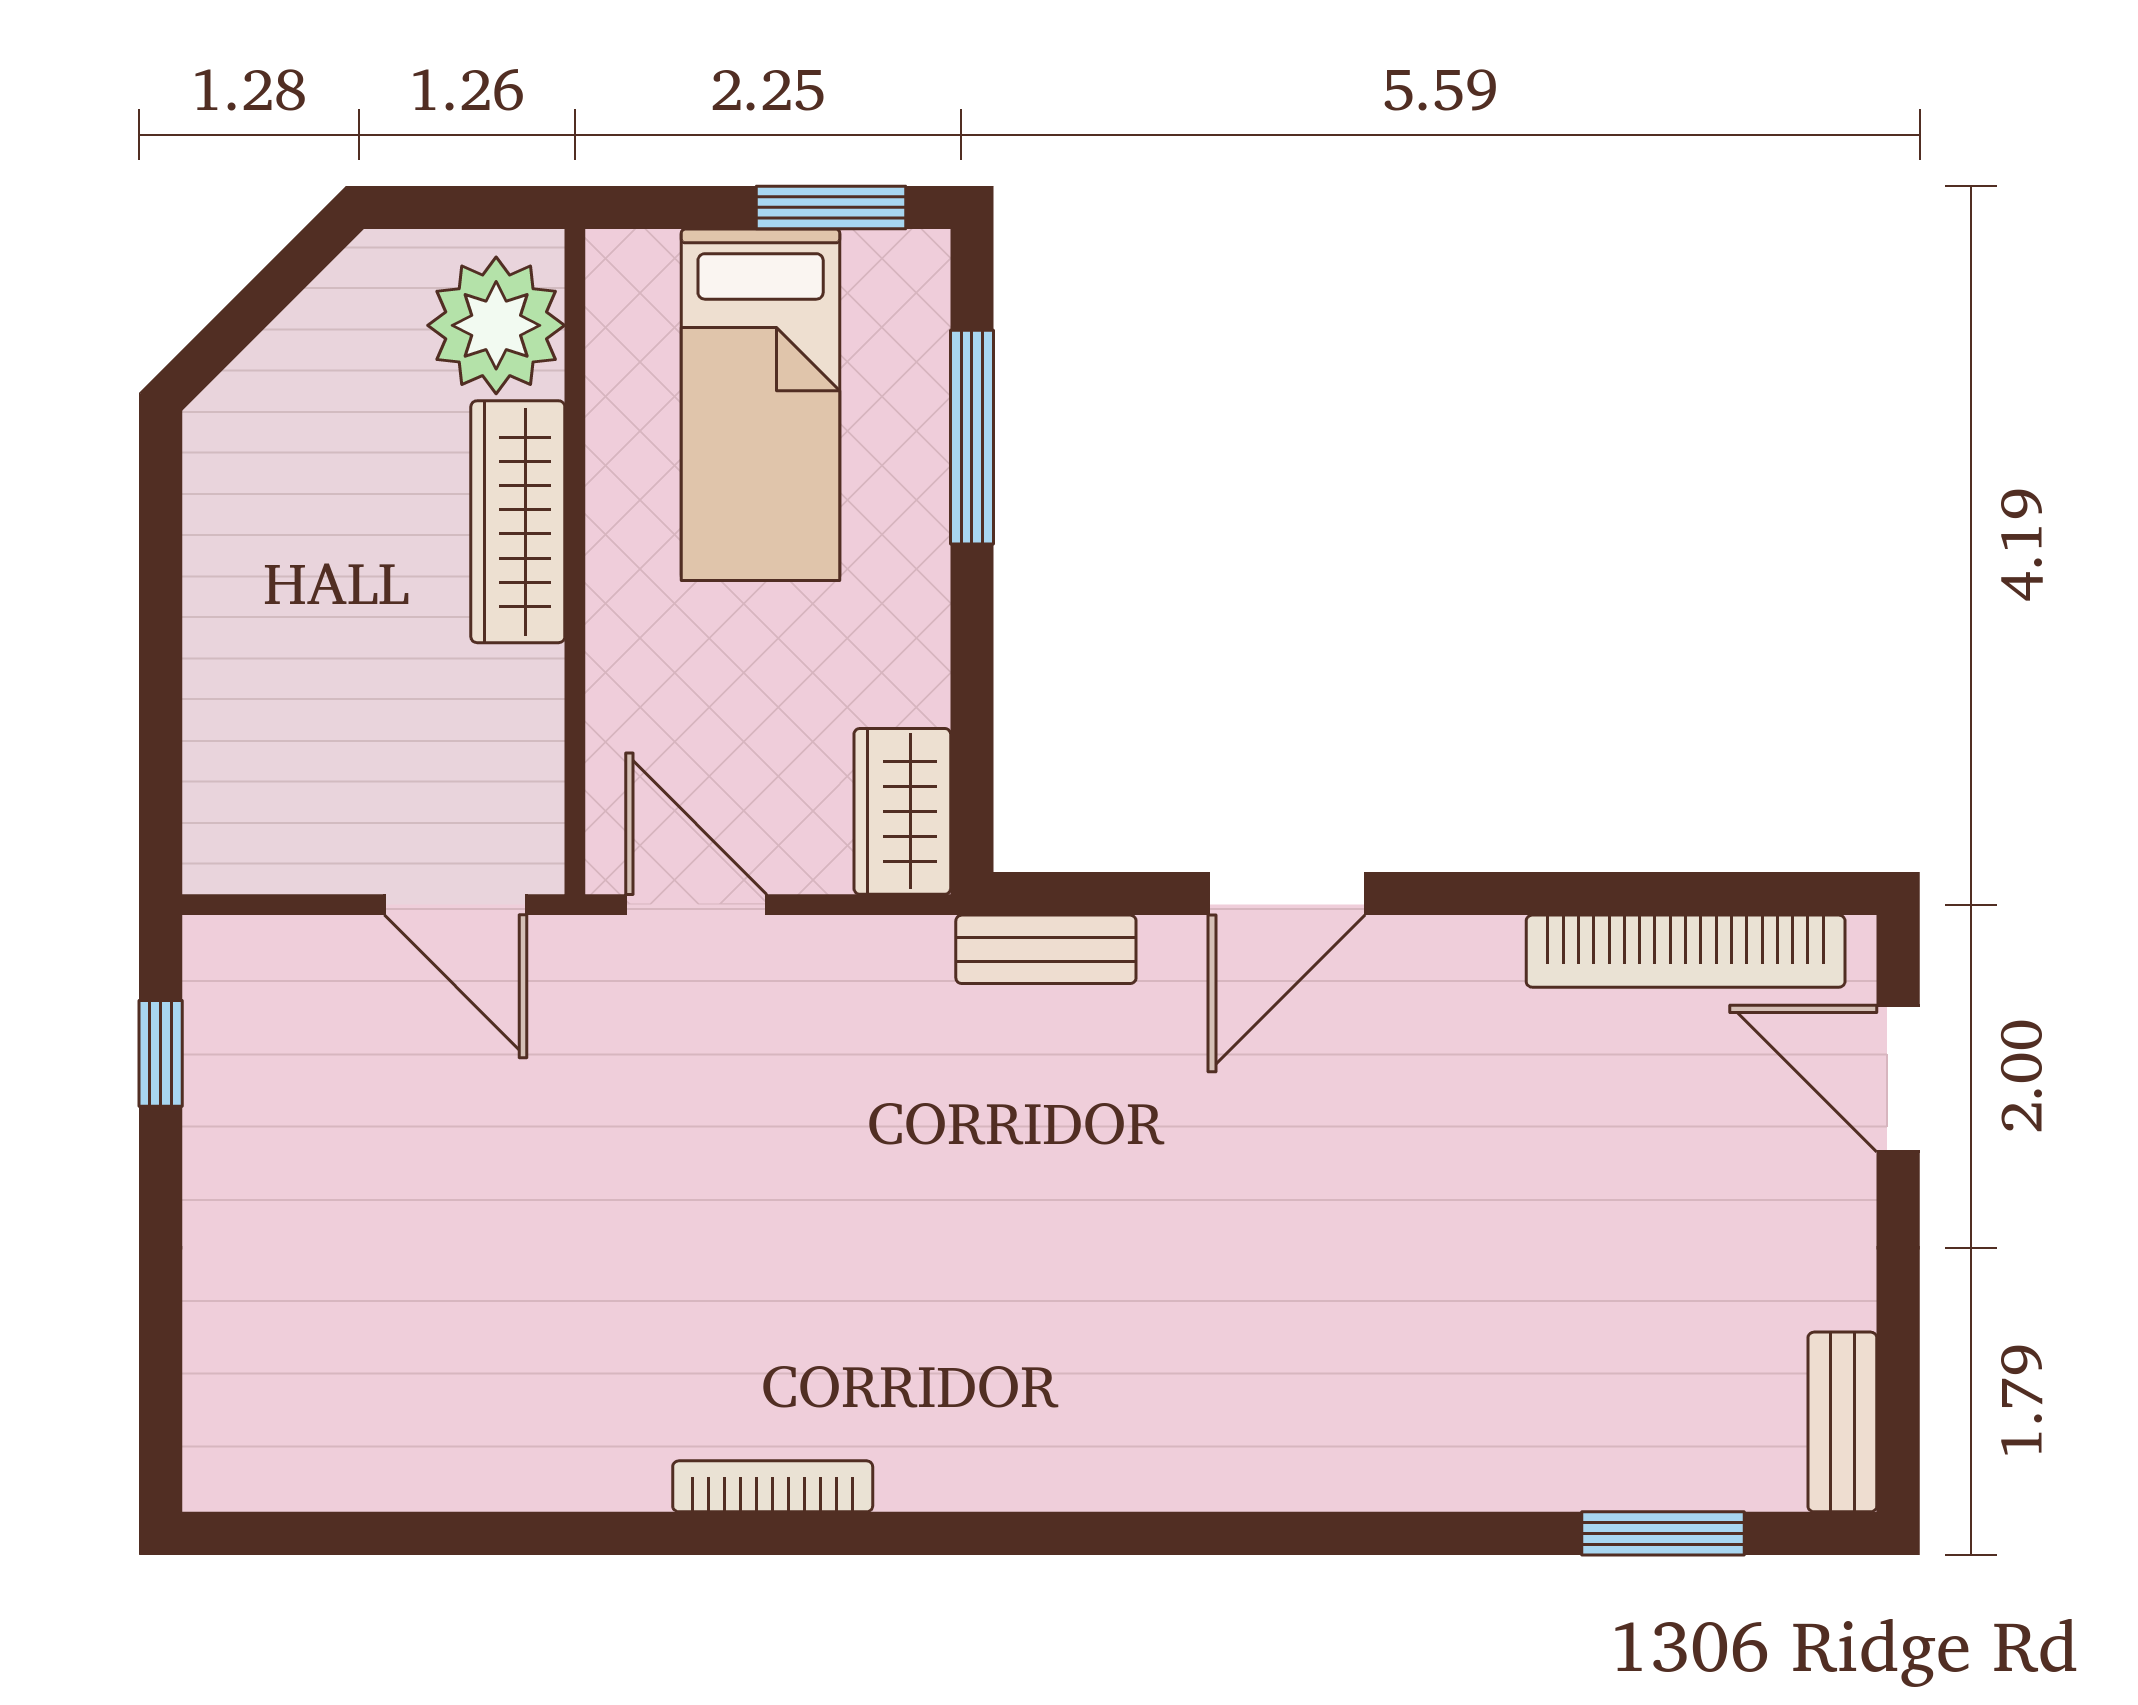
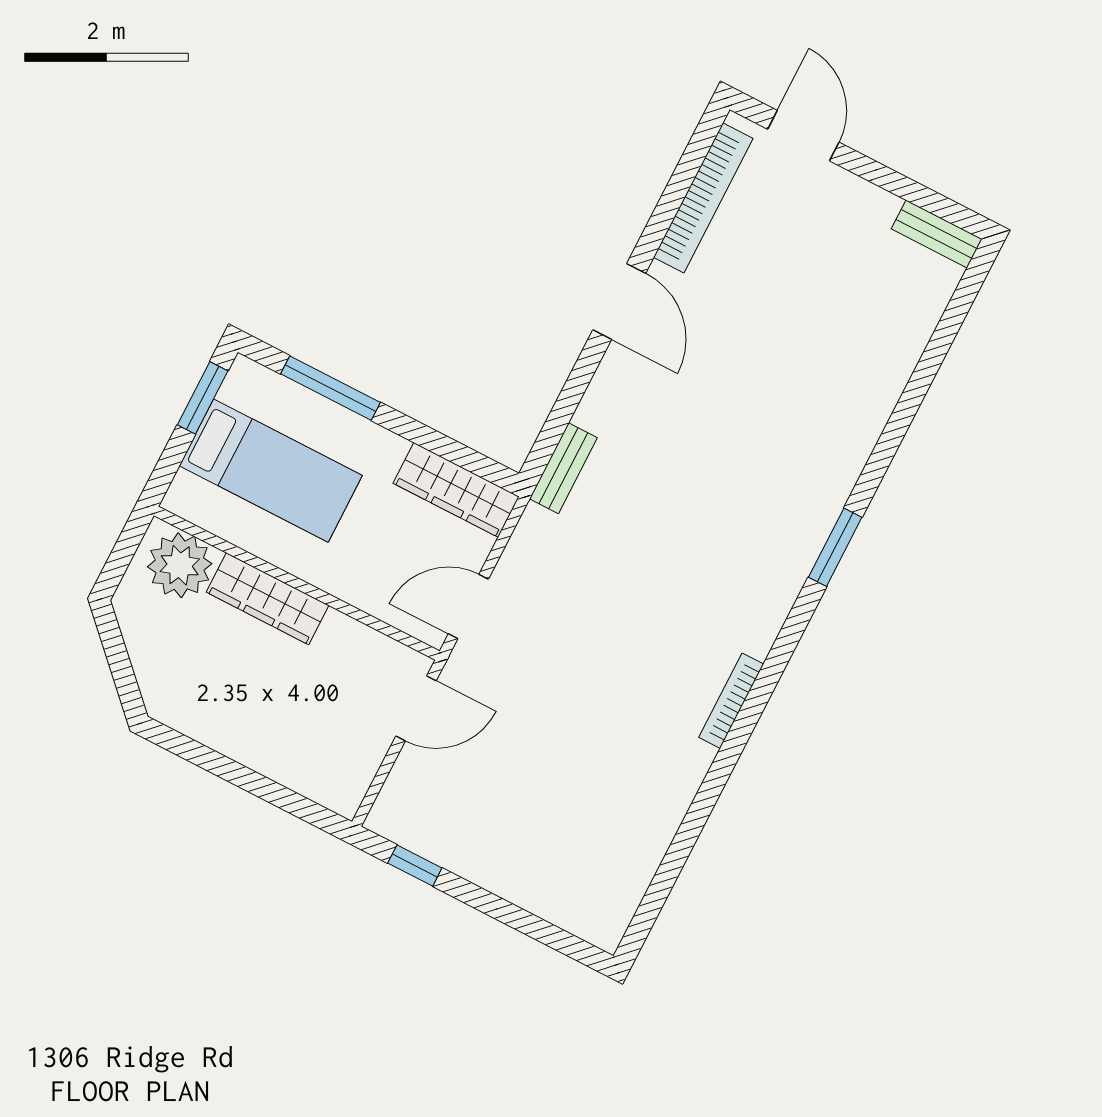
wardrobe: (902, 811) -> (456, 490), width x1.50
door: (1287, 894) -> (619, 302), moved
door: (1898, 1078) -> (803, 136), swing flipped
window: (1663, 1533) -> (835, 547), moved

